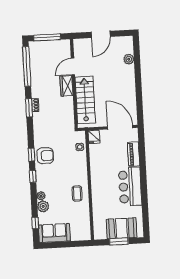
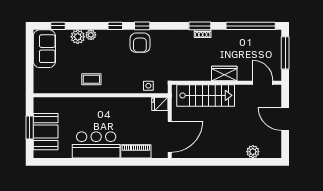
door: (73, 67) -> (263, 83), moved

